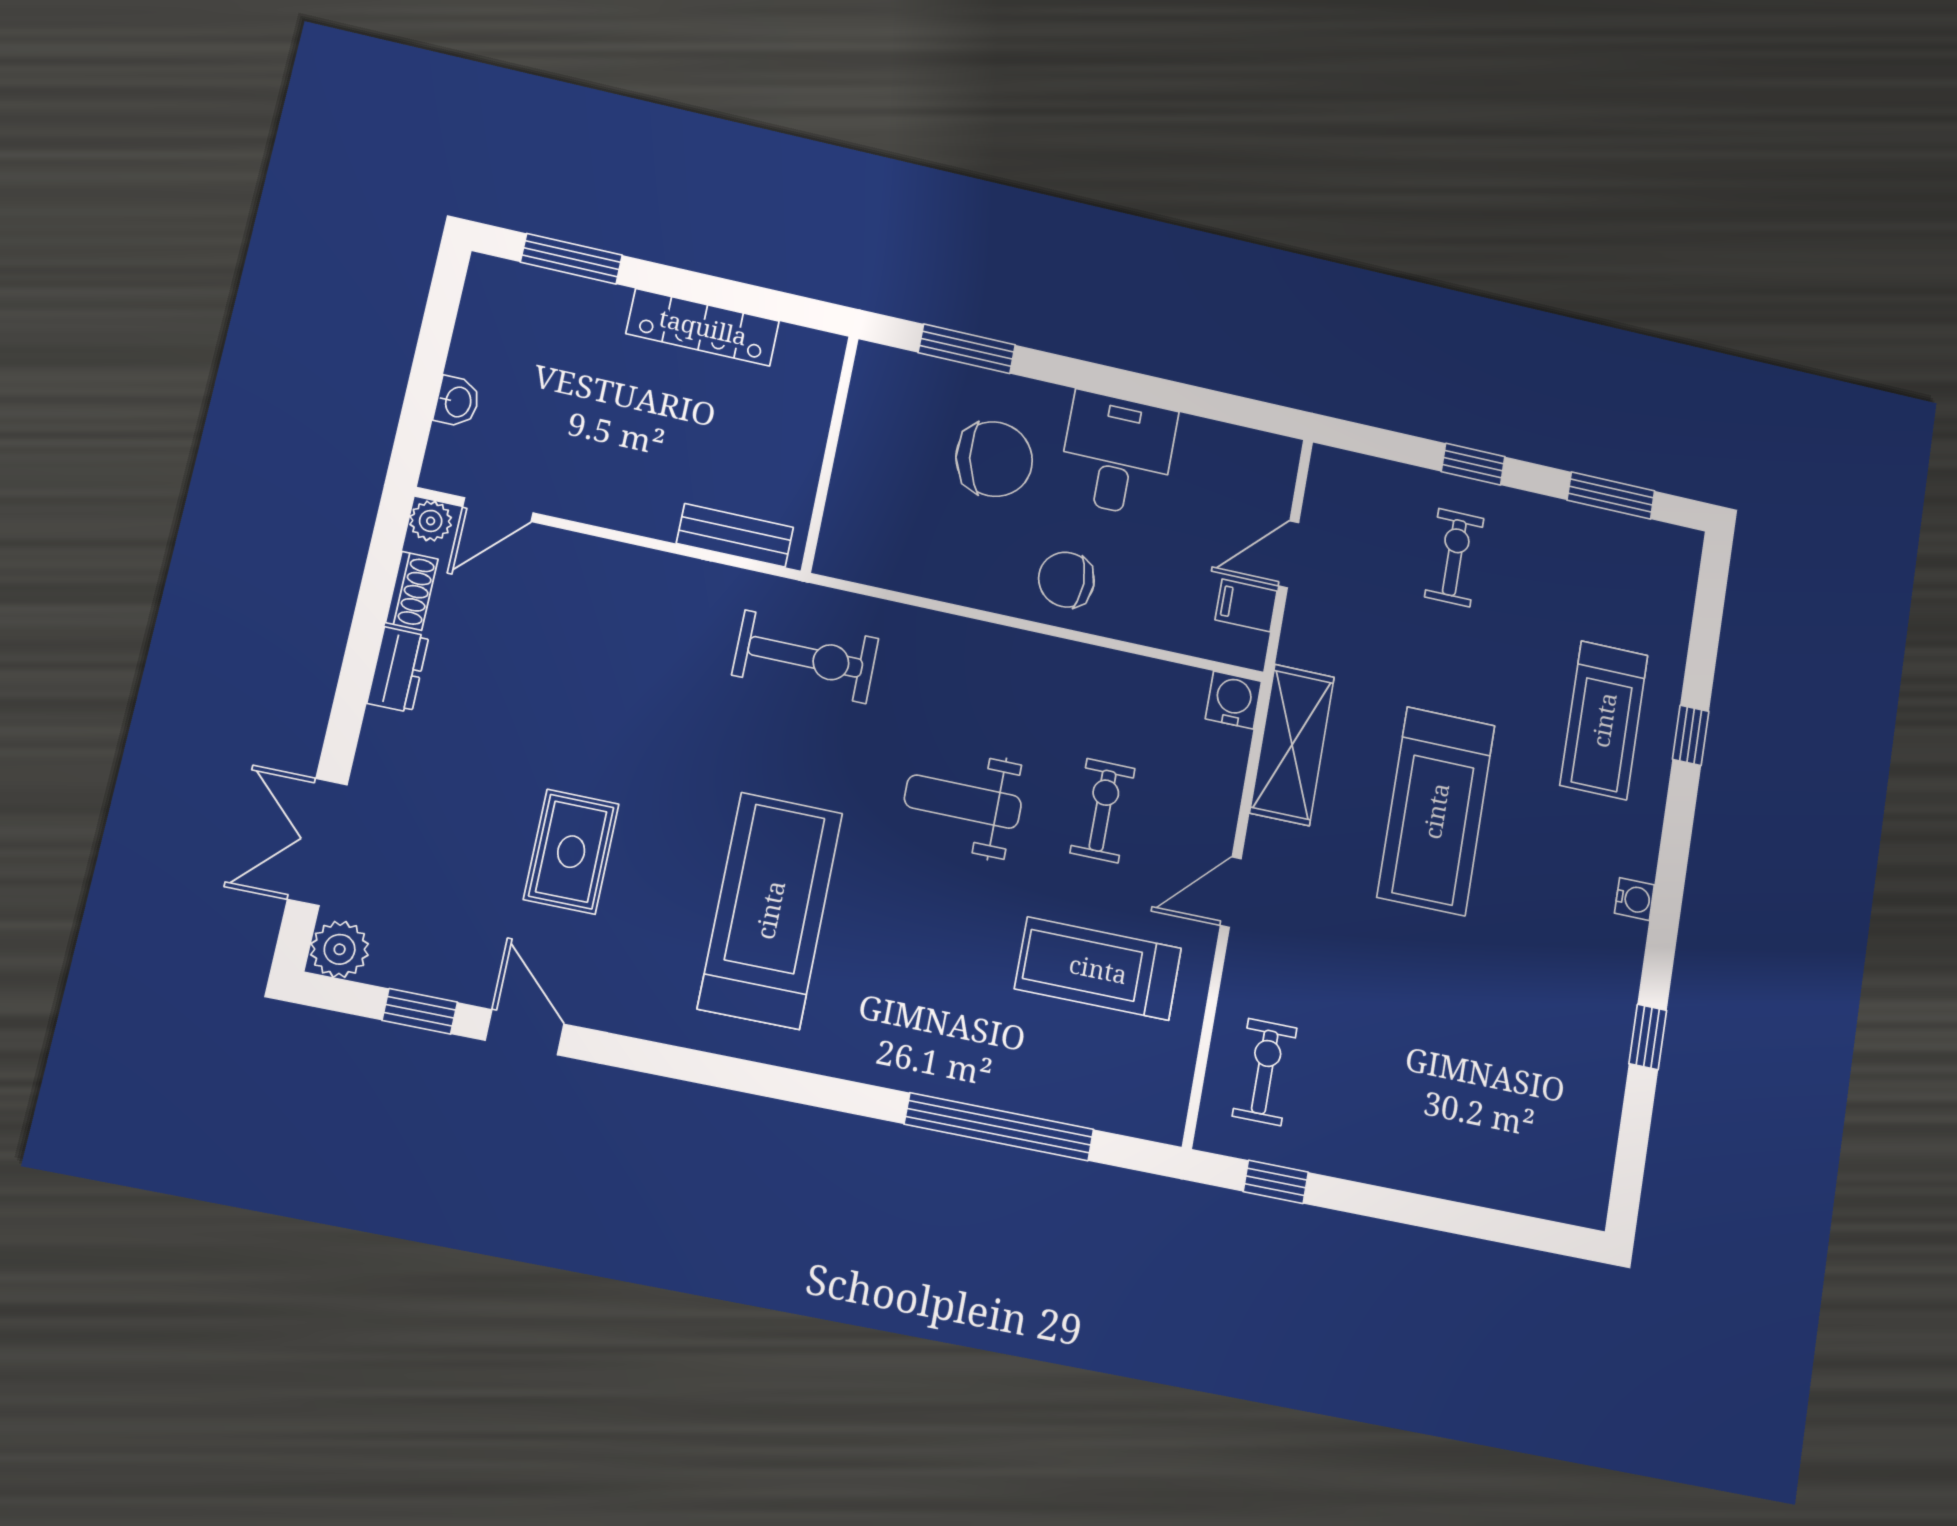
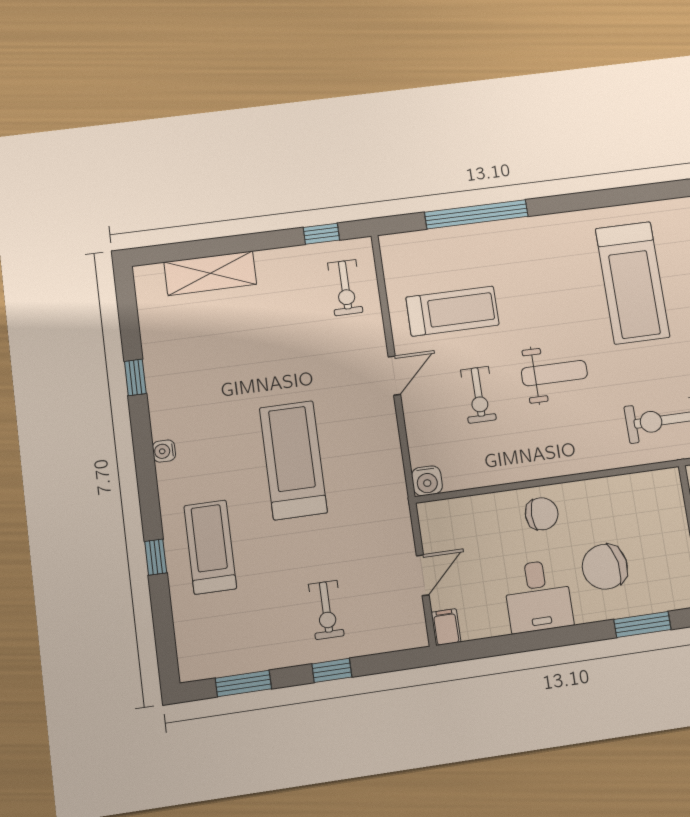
filing cabinet: (1246, 605) -> (446, 627), moved, turned -90
shelving: (1292, 745) -> (210, 273), moved, turned 90

